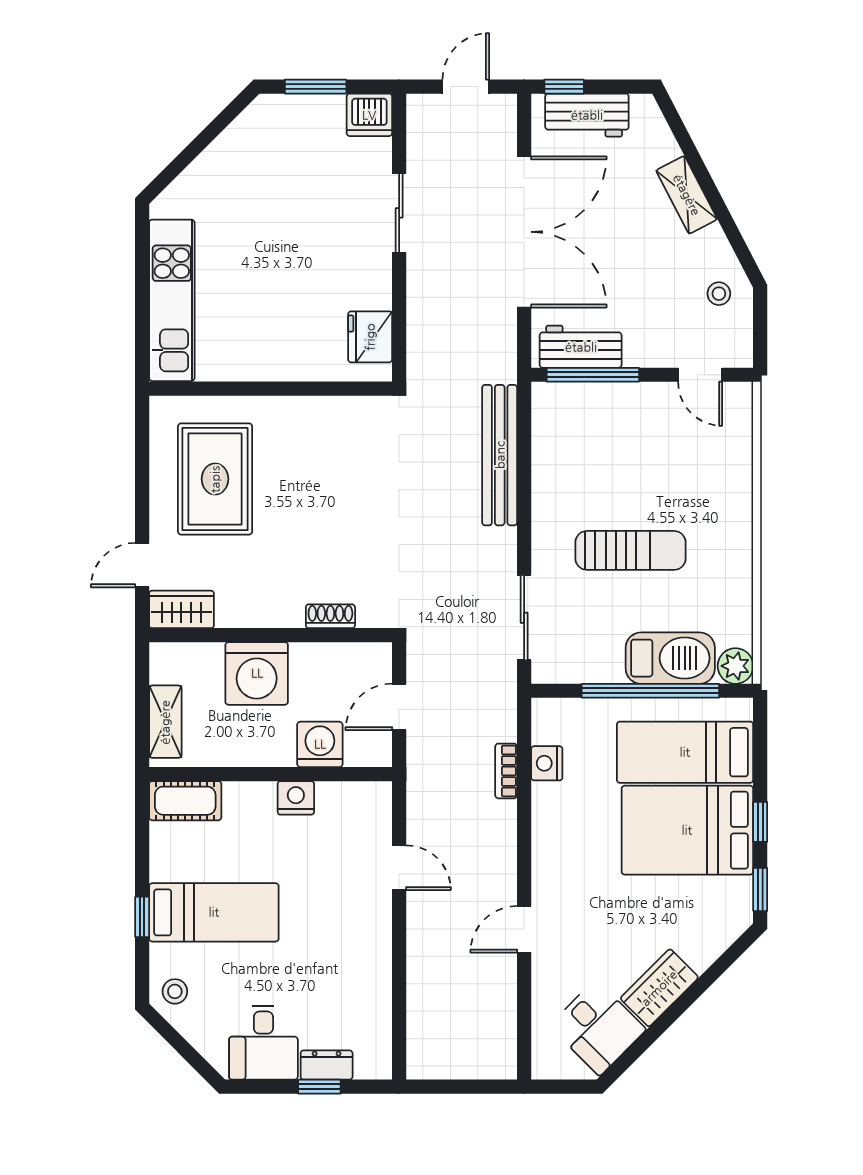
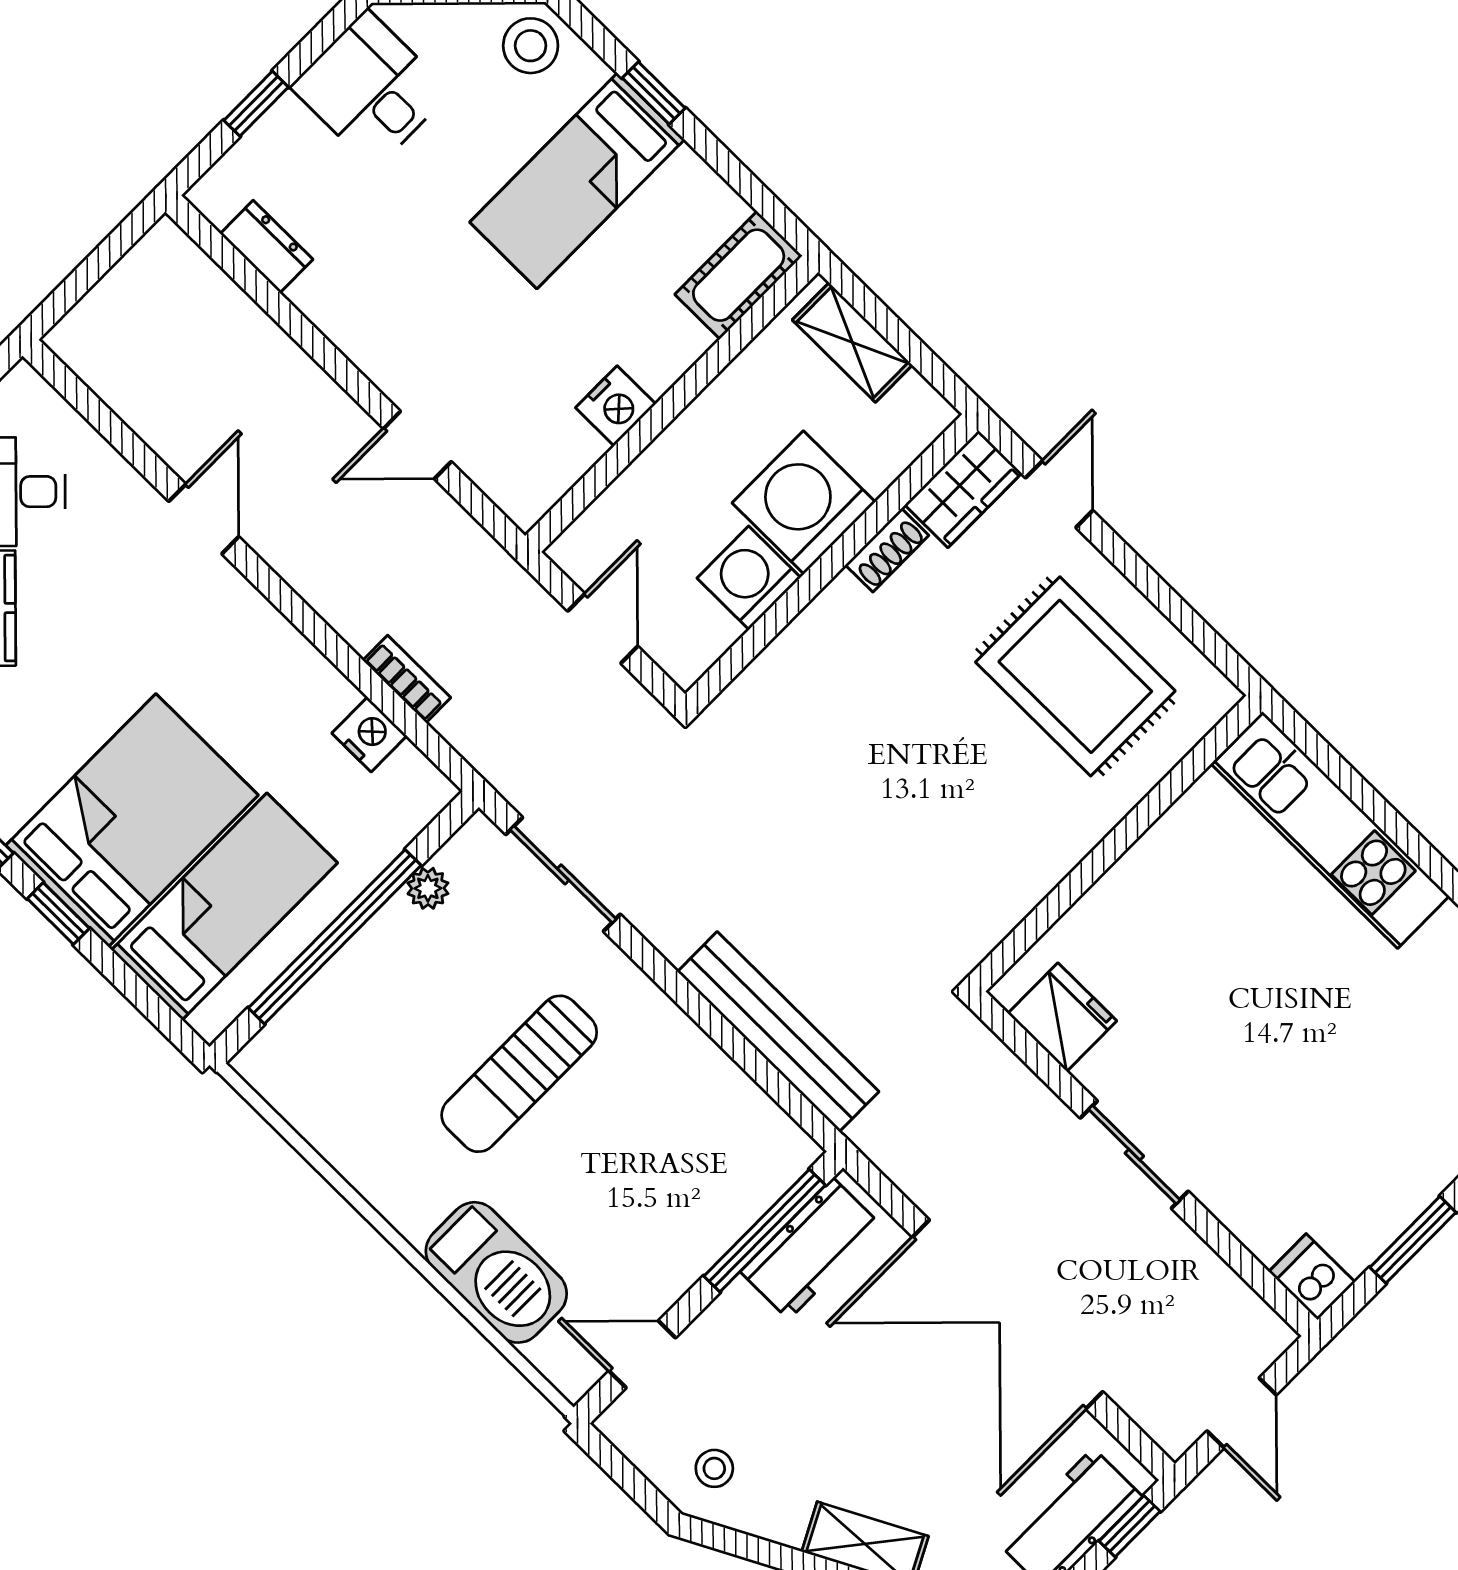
dishwasher: (369, 115) -> (1312, 1277), width x0.73
sliding door: (399, 213) -> (1134, 1155), moved
shoe rack: (330, 616) -> (887, 550), moved
barbecue: (670, 658) -> (496, 1272), moved, turned -90
plant: (735, 666) -> (428, 888), moved, width x0.73, depth x0.73
washing machine: (320, 744) -> (749, 578), moved, turned 180
stool: (175, 991) -> (531, 46), width x1.37, depth x1.37
dresser: (327, 1065) -> (266, 247), moved, turned -90

